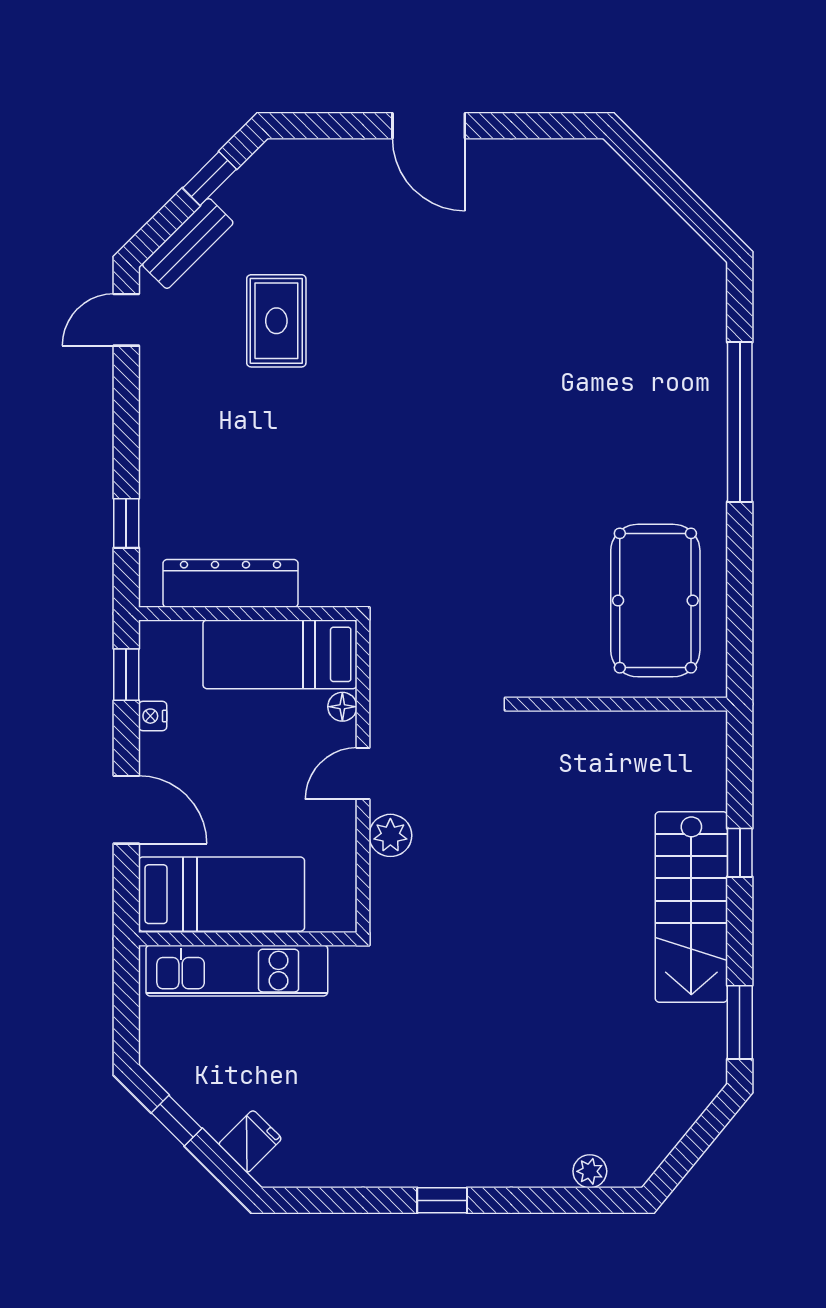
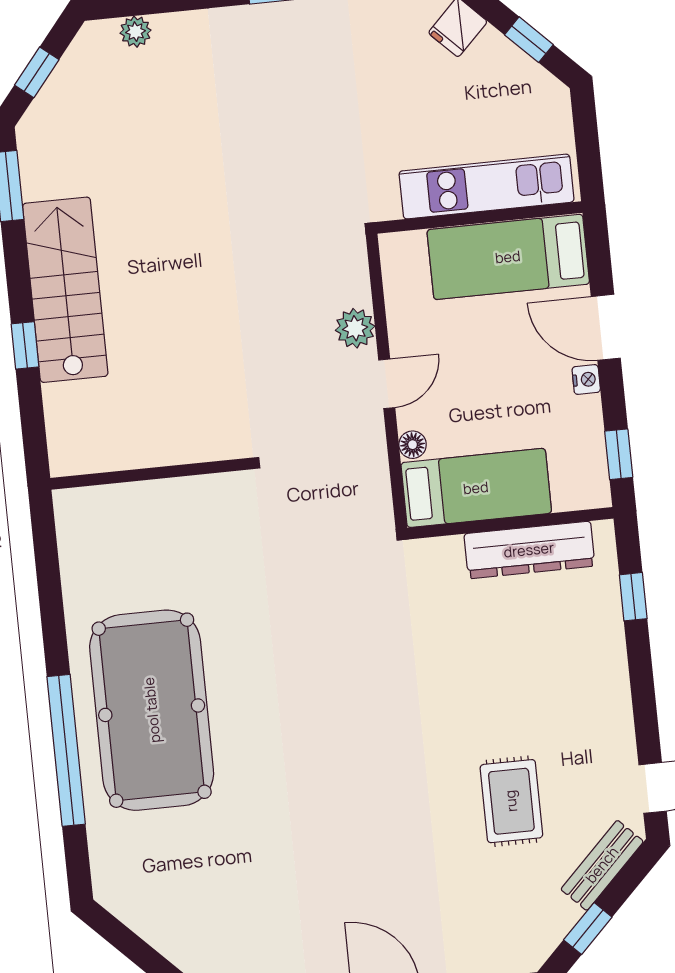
pool table: (655, 601) -> (152, 710), moved, width x1.36, depth x1.32
nightstand: (153, 716) -> (586, 379), moved
window: (698, 1139) -> (37, 72), added

